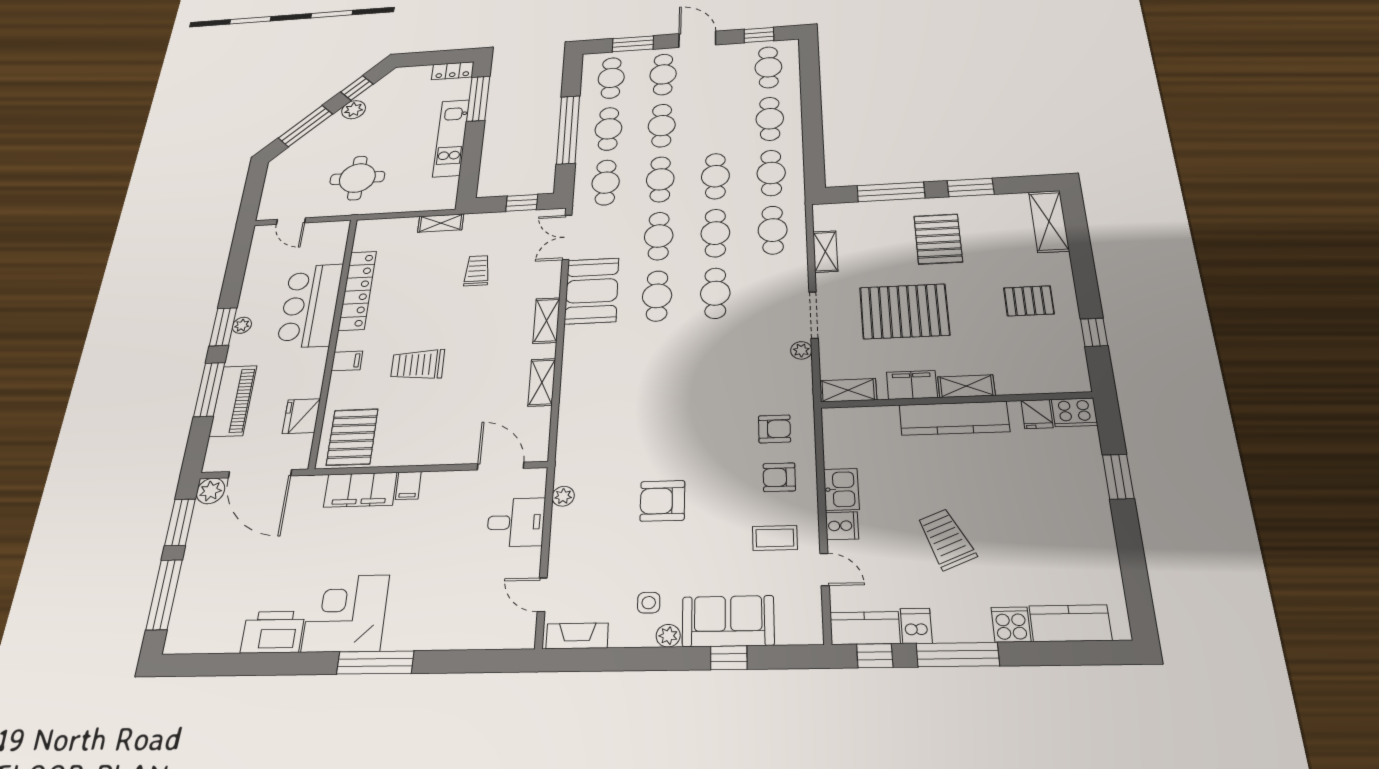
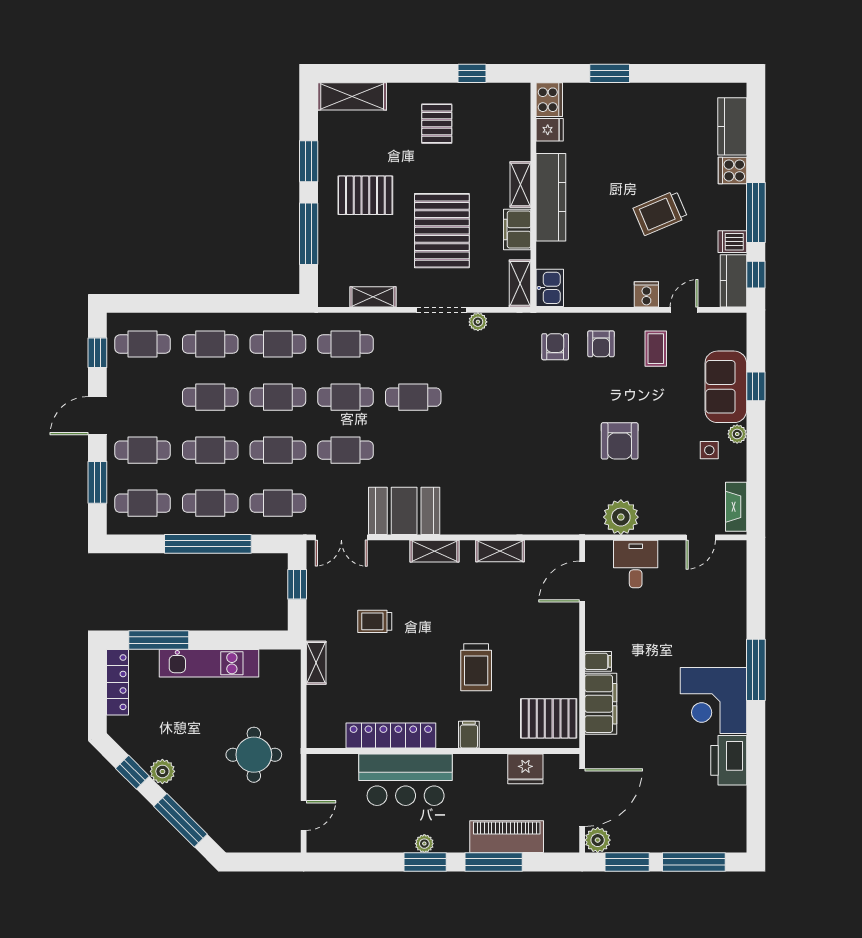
locker: (453, 71) -> (118, 682), width x1.53
cafe table: (657, 296) -> (210, 397), moved
kitchen sink: (841, 489) -> (550, 288), moved, turned 90
plant: (563, 496) -> (621, 517), width x1.87, depth x1.87

